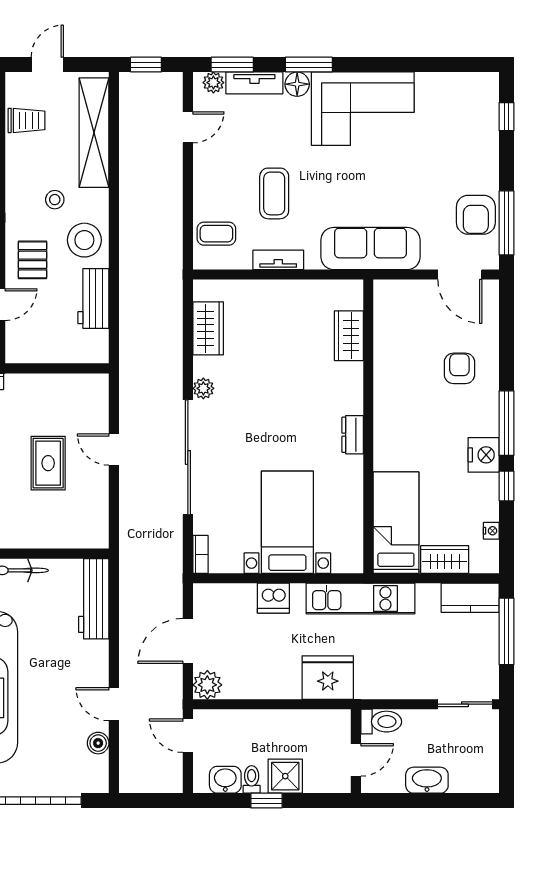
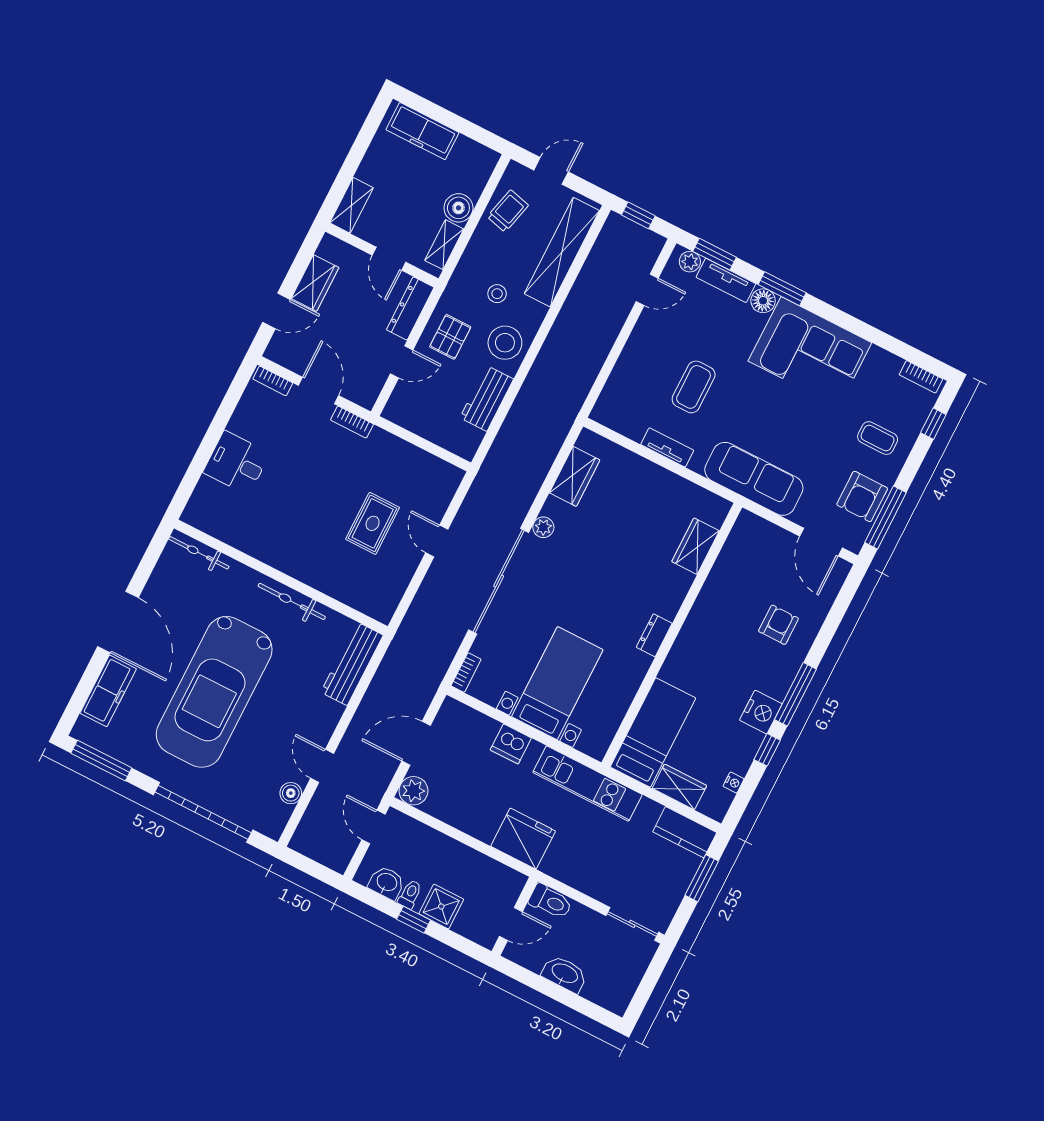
bookcase: (474, 80) -> (921, 377), added
trolley: (27, 120) -> (508, 211), turned -76
coffee table: (216, 234) -> (878, 438), moved
window: (507, 631) -> (702, 878), width x0.69

